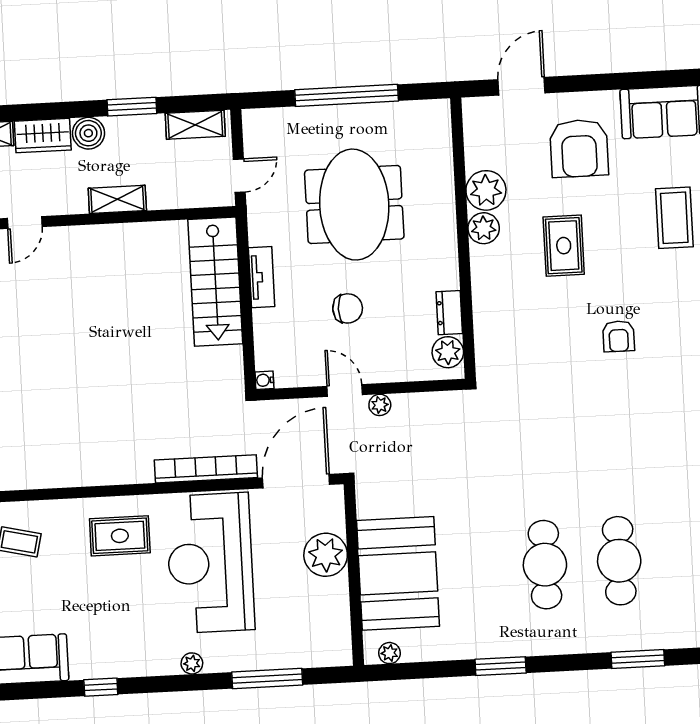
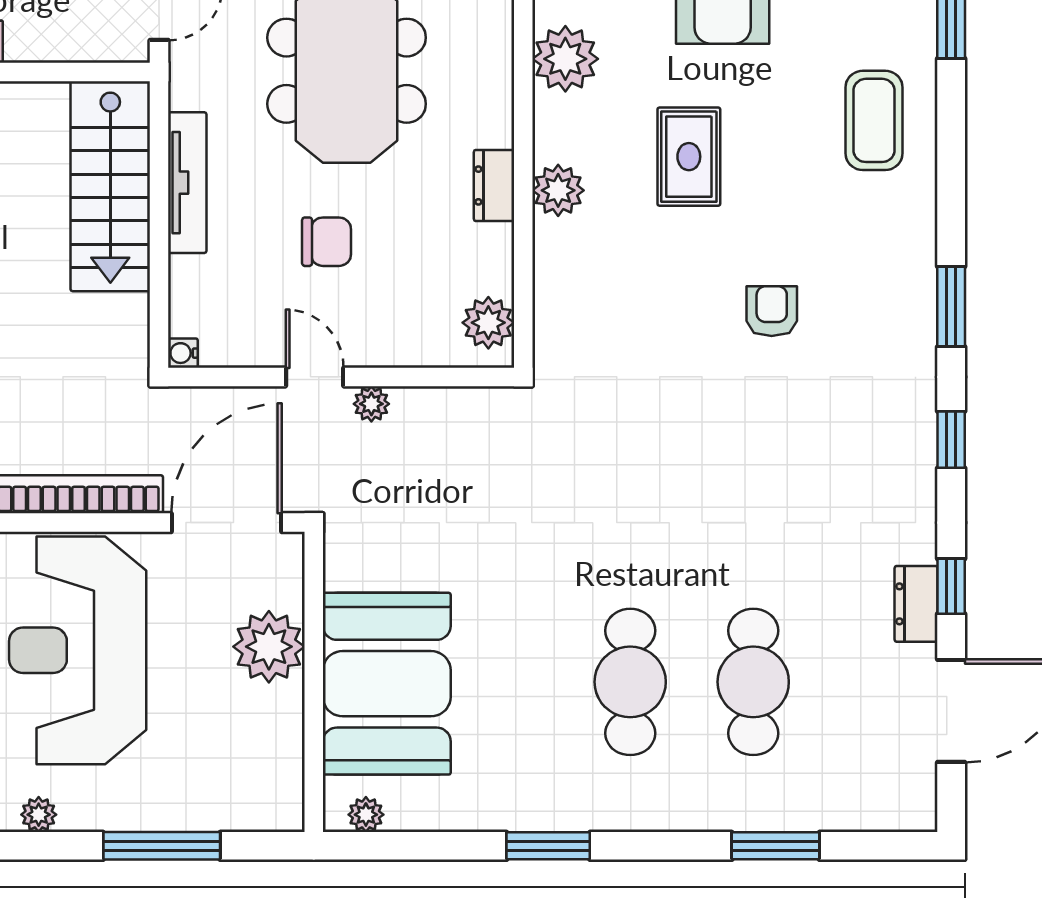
plant: (484, 228) -> (558, 190), moved
tv unit: (262, 277) -> (187, 183), width x1.41
dresser: (449, 313) -> (494, 185), moved
armchair: (619, 336) -> (772, 311), turned 180

